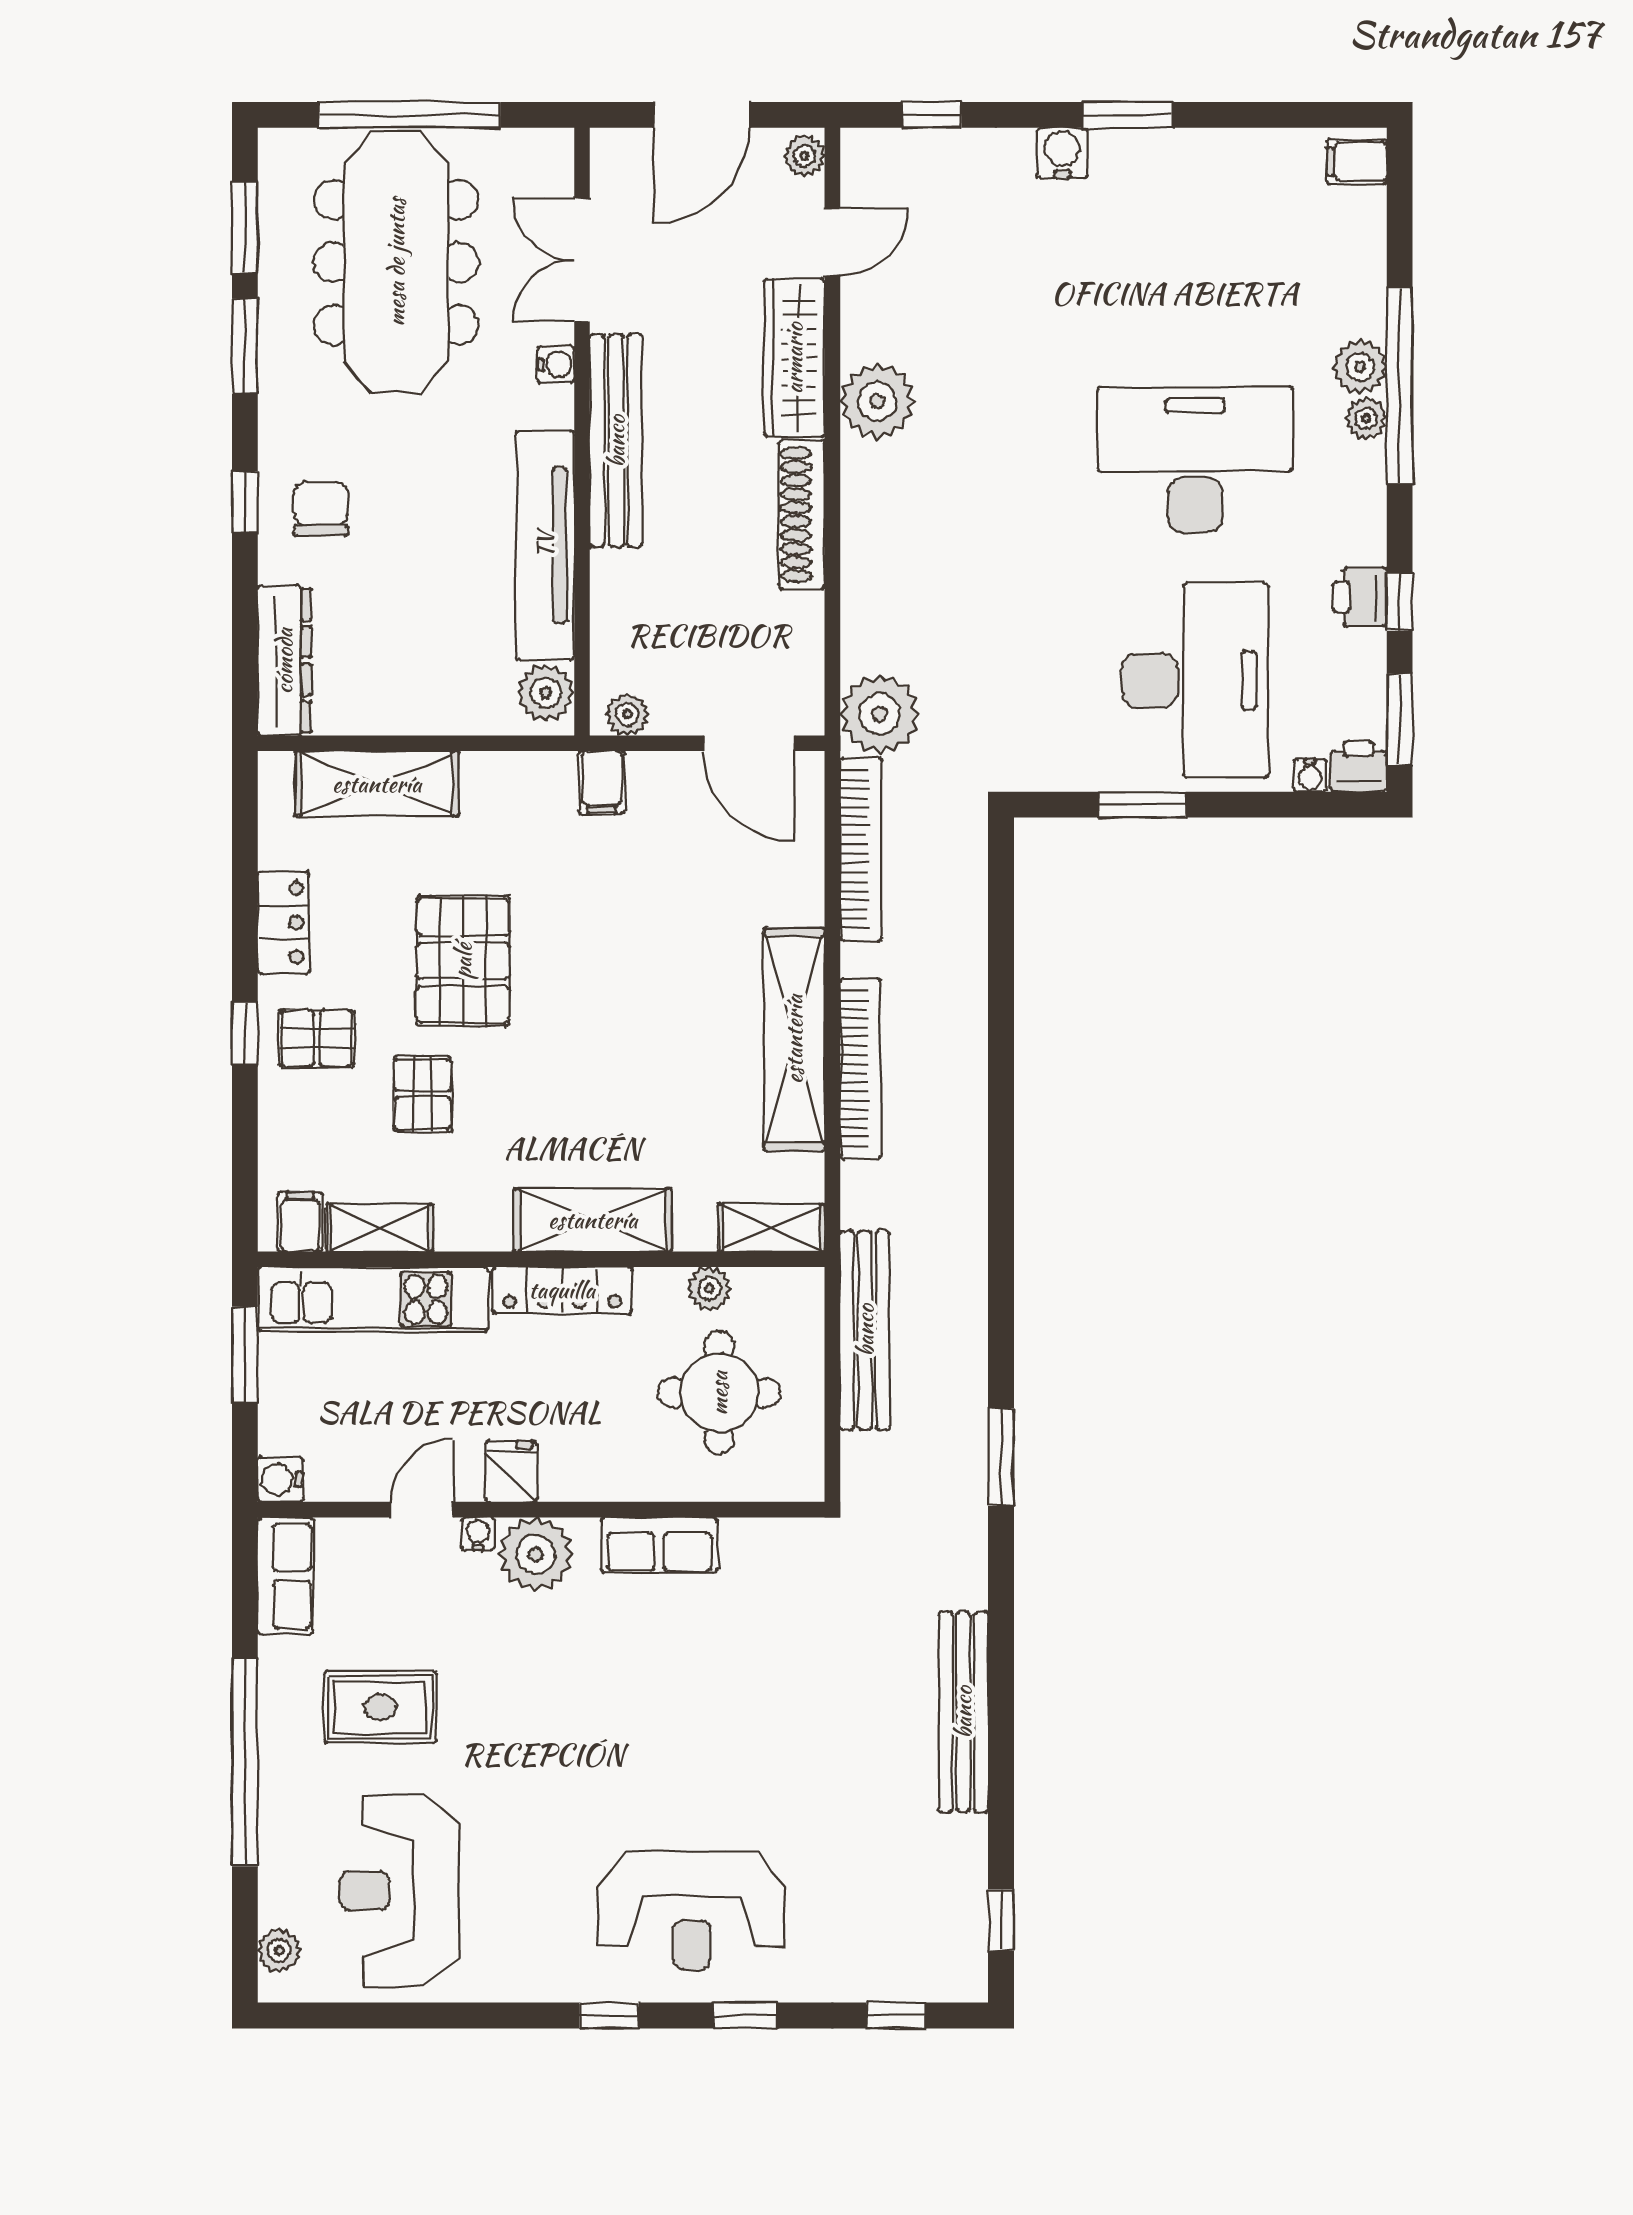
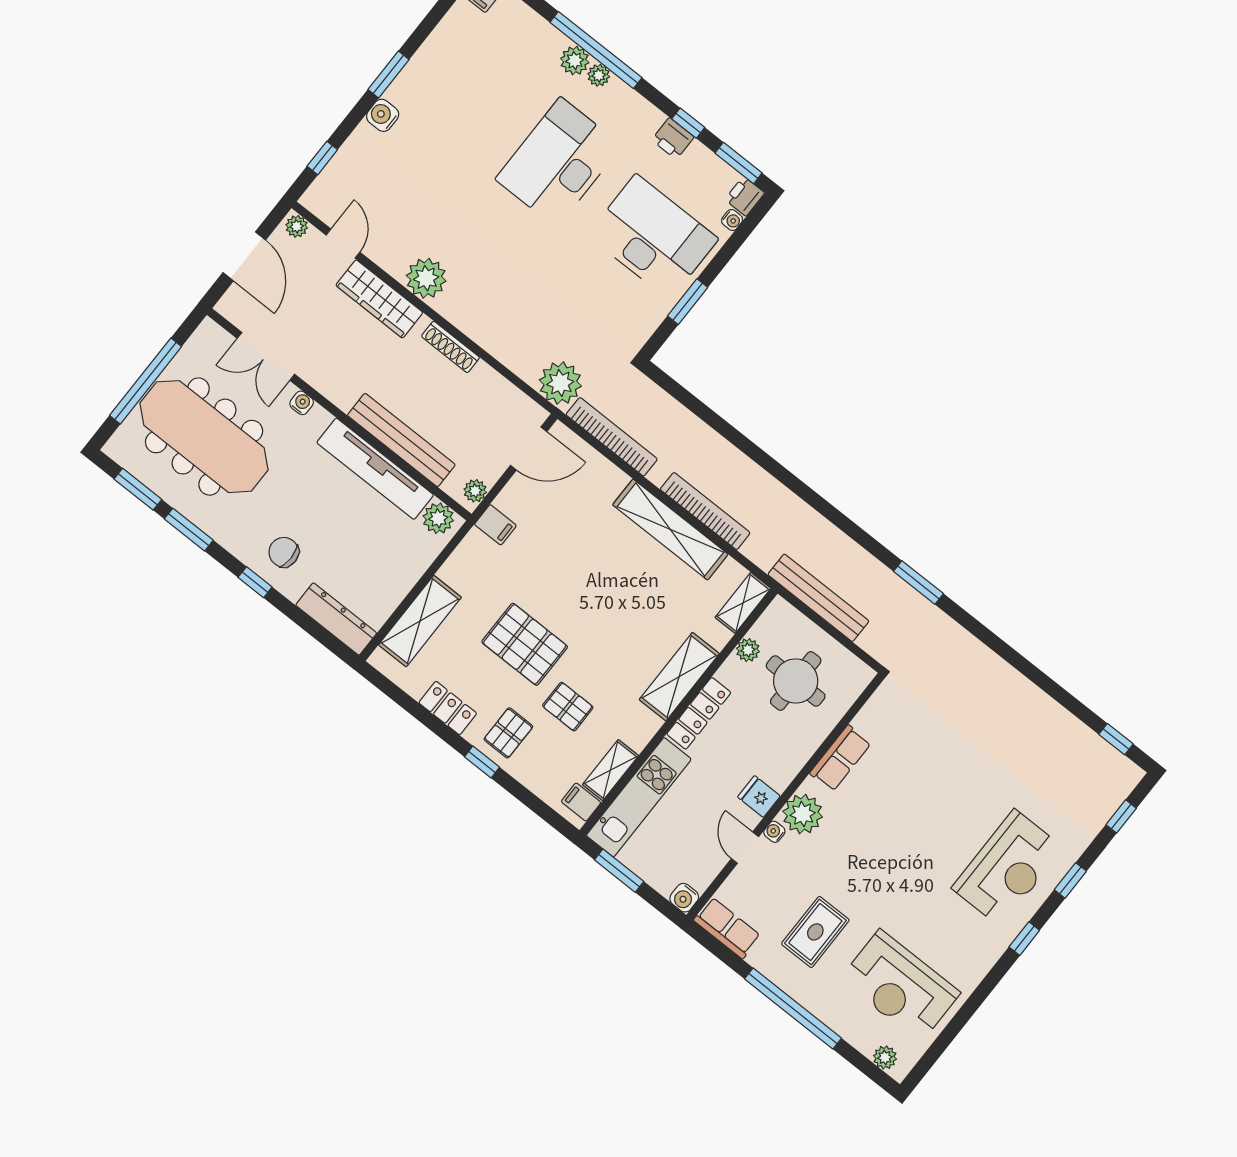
bench: (616, 441) -> (401, 440), moved
shoe rack: (802, 515) -> (450, 347), width x0.74, depth x0.81
bench: (963, 1712) -> (1014, 685), removed

